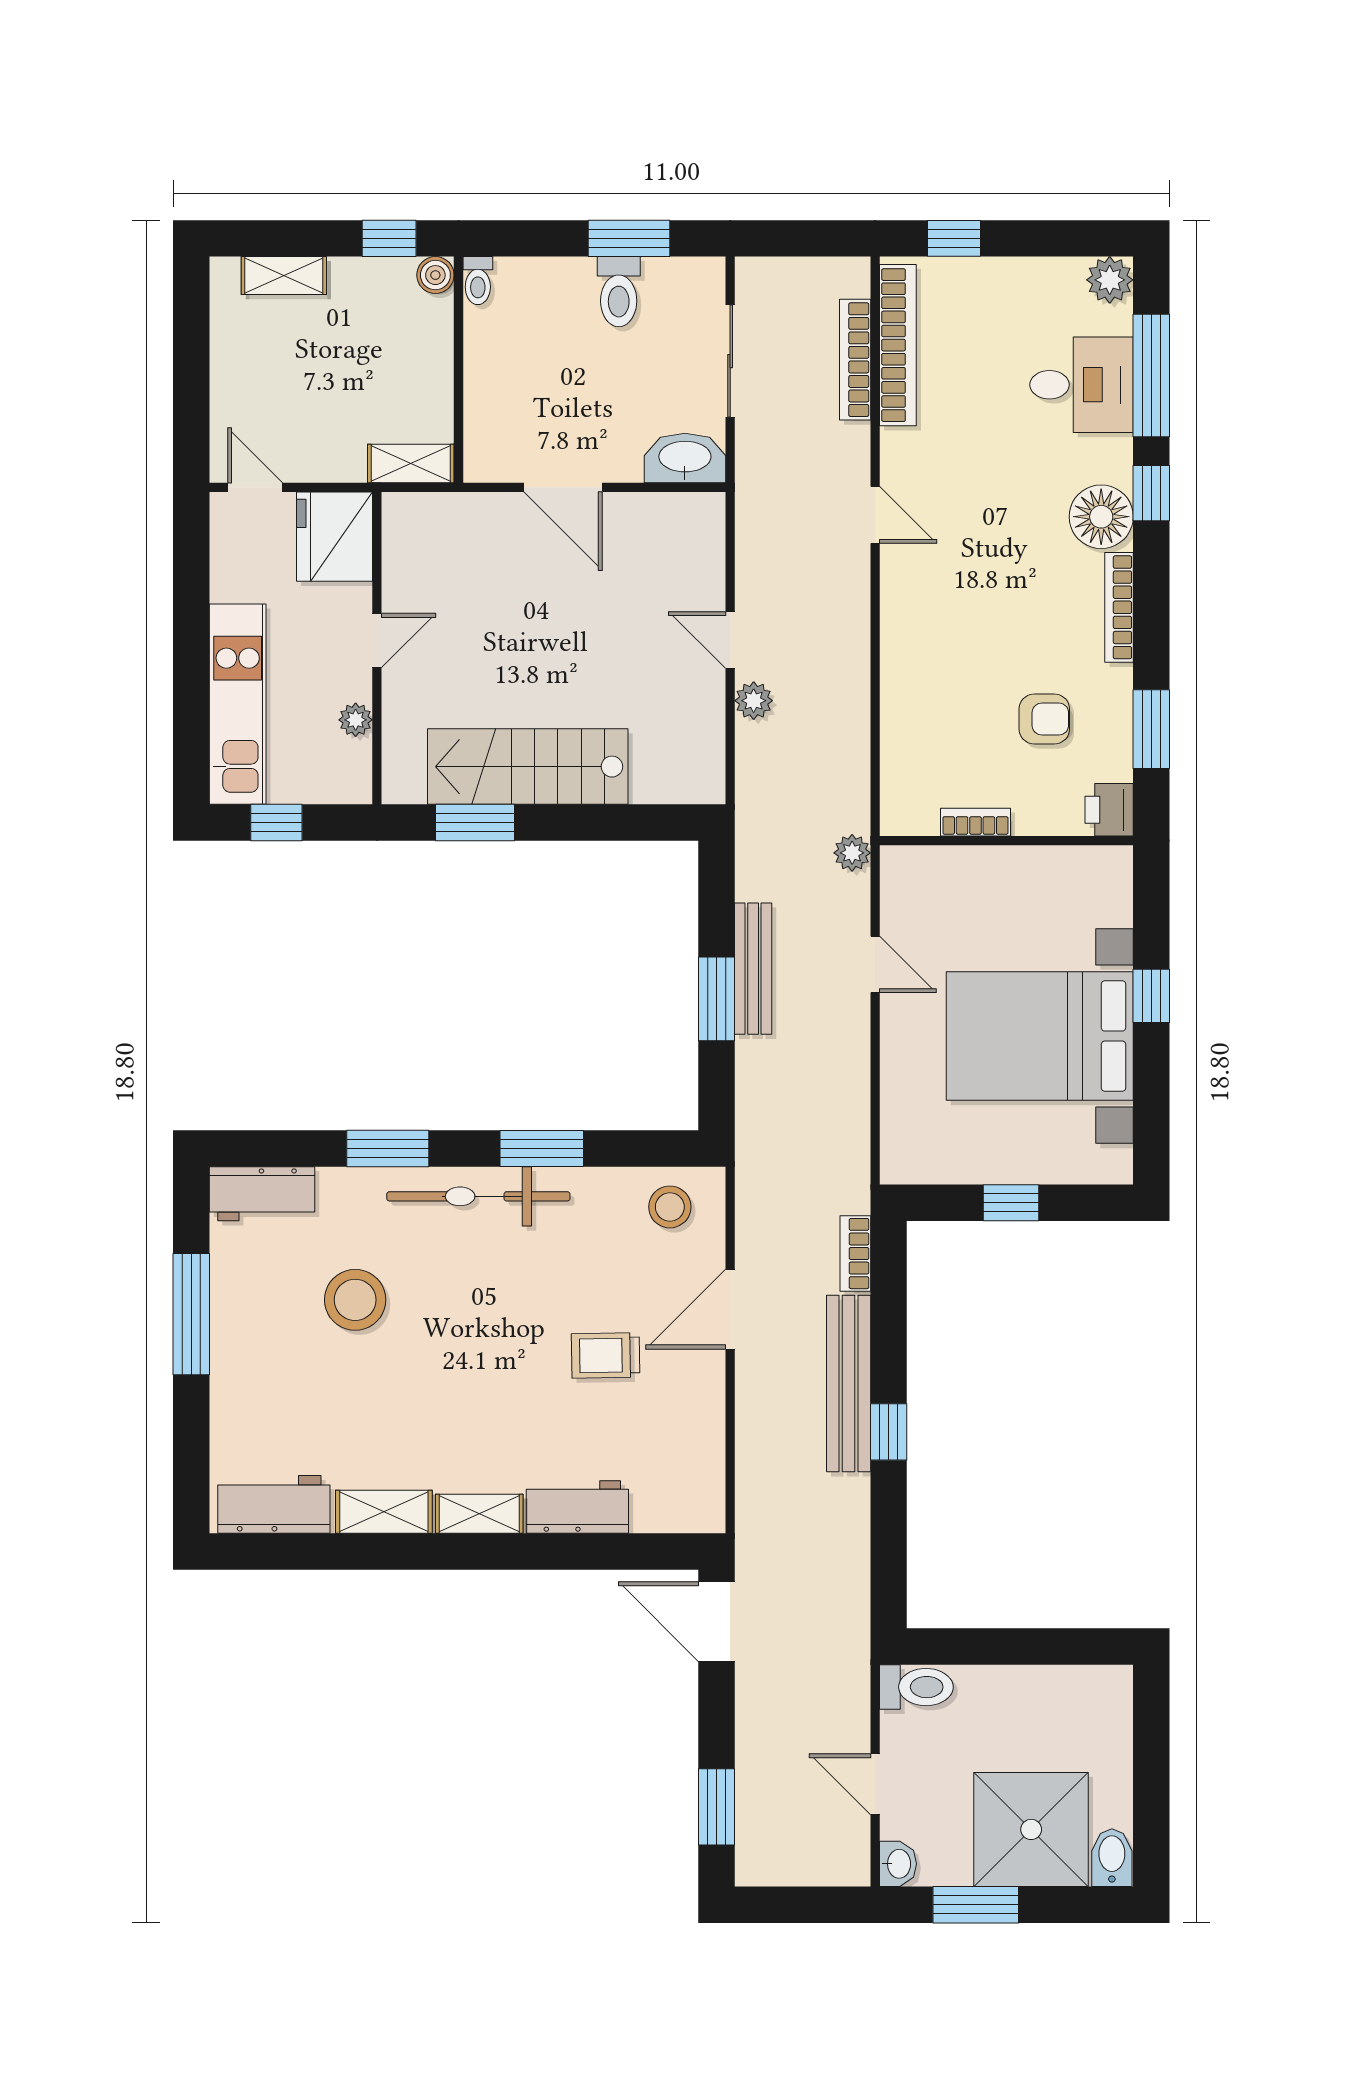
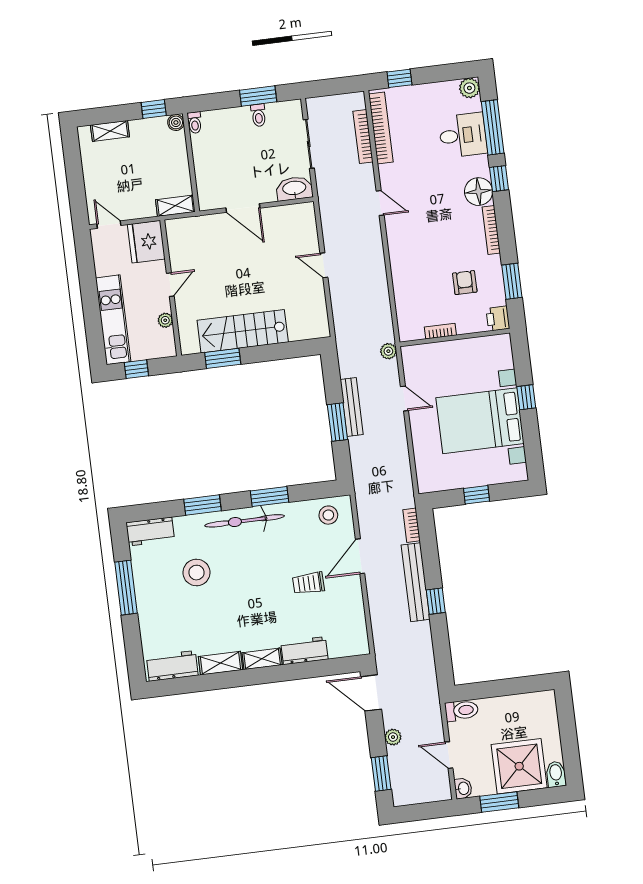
toilet: (619, 292) -> (258, 115), width x0.73, depth x0.72
plant: (754, 701) -> (393, 737), moved
armchair: (1044, 719) -> (465, 283), turned -90

